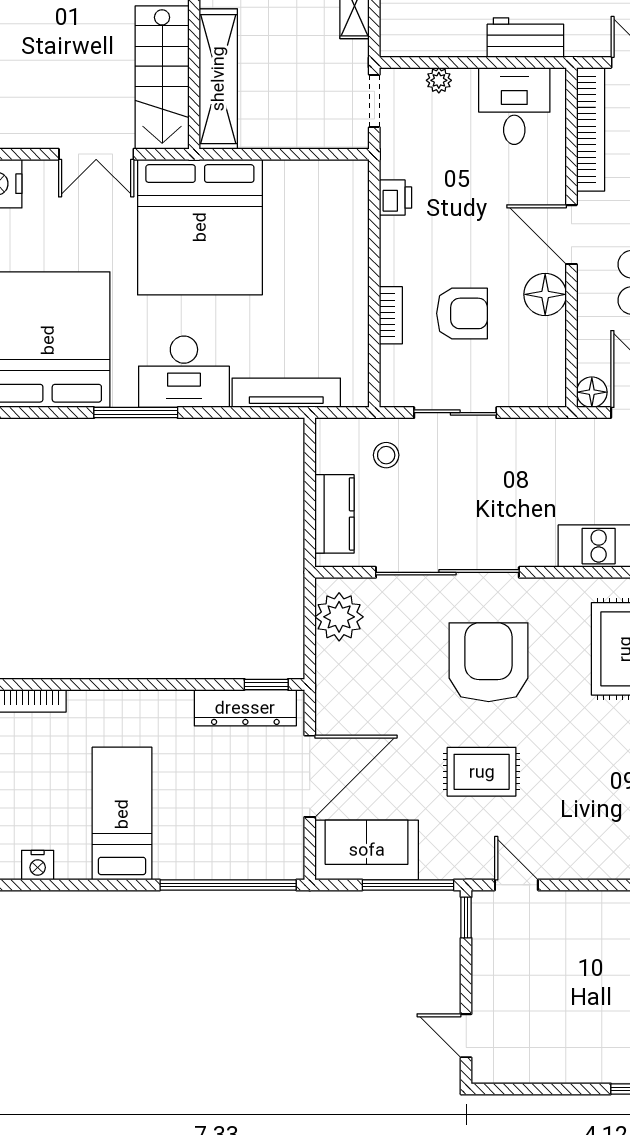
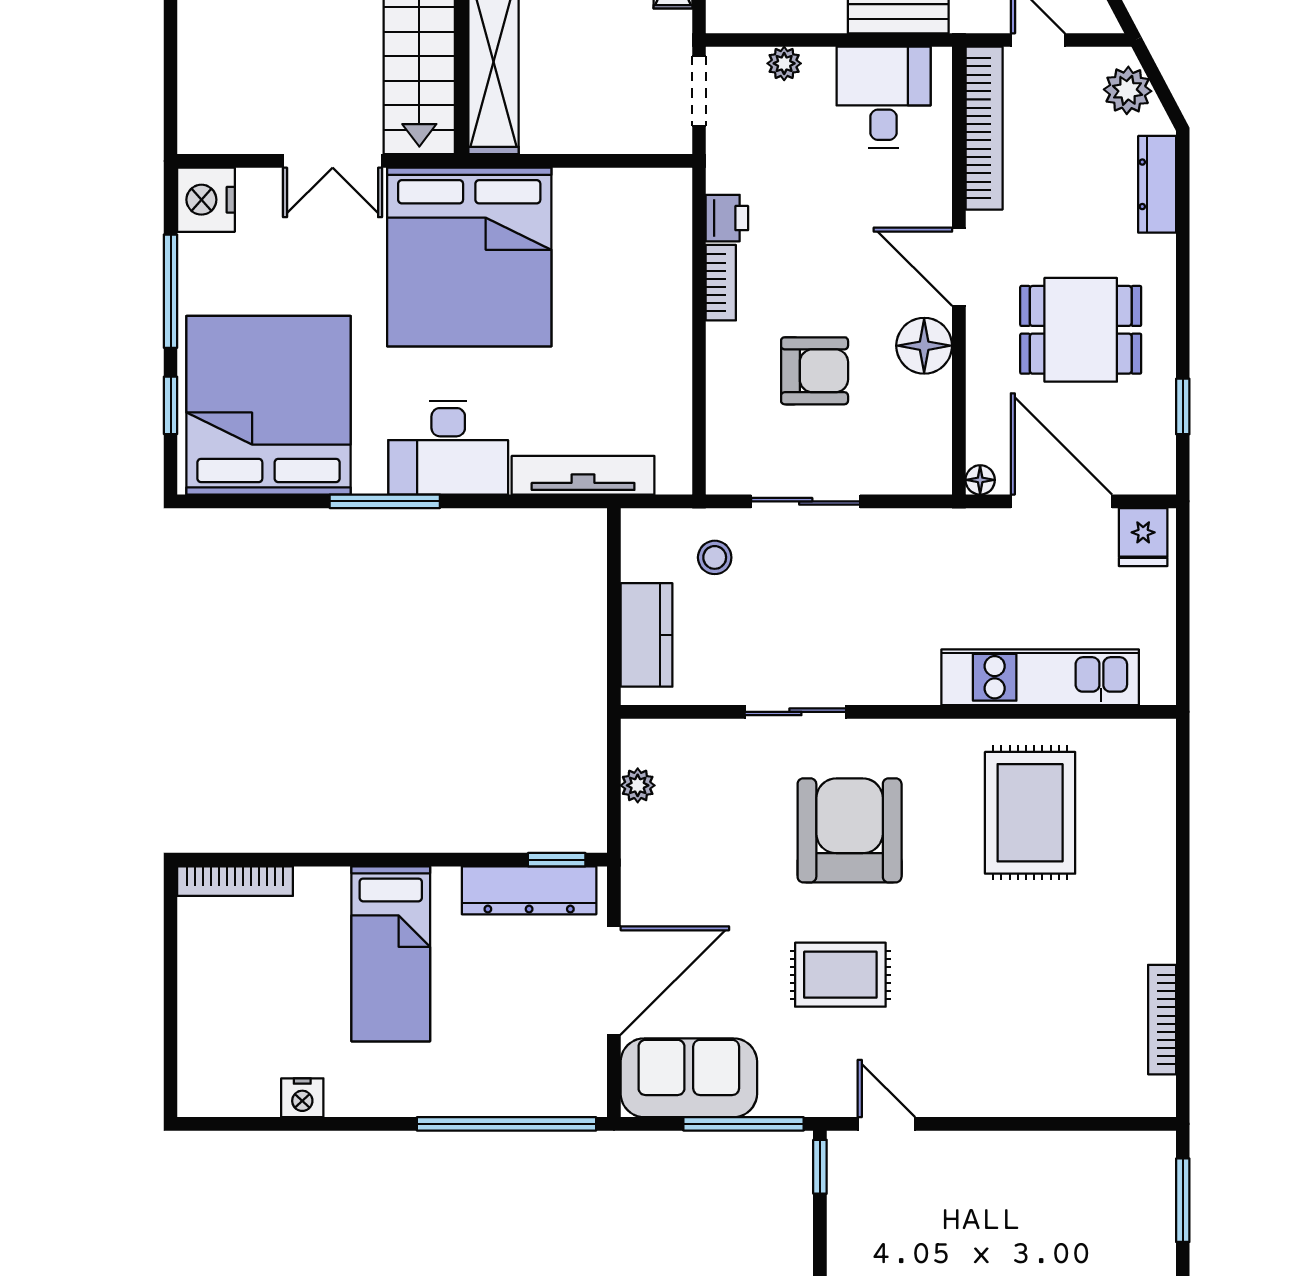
bookcase: (391, 315) -> (721, 283), moved
floor lamp: (592, 392) -> (980, 480), width x0.73, depth x0.73
sliding door: (447, 572) -> (795, 712), width x0.54
plant: (339, 617) -> (638, 785), width x0.53, depth x0.53
bed: (122, 814) -> (391, 954), moved, turned 180
nightstand: (38, 865) -> (302, 1098), moved

